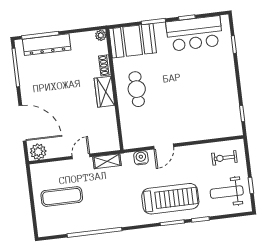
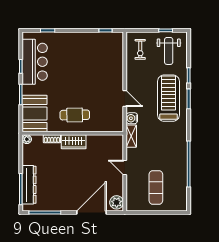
shelving: (107, 161) -> (131, 136), moved

